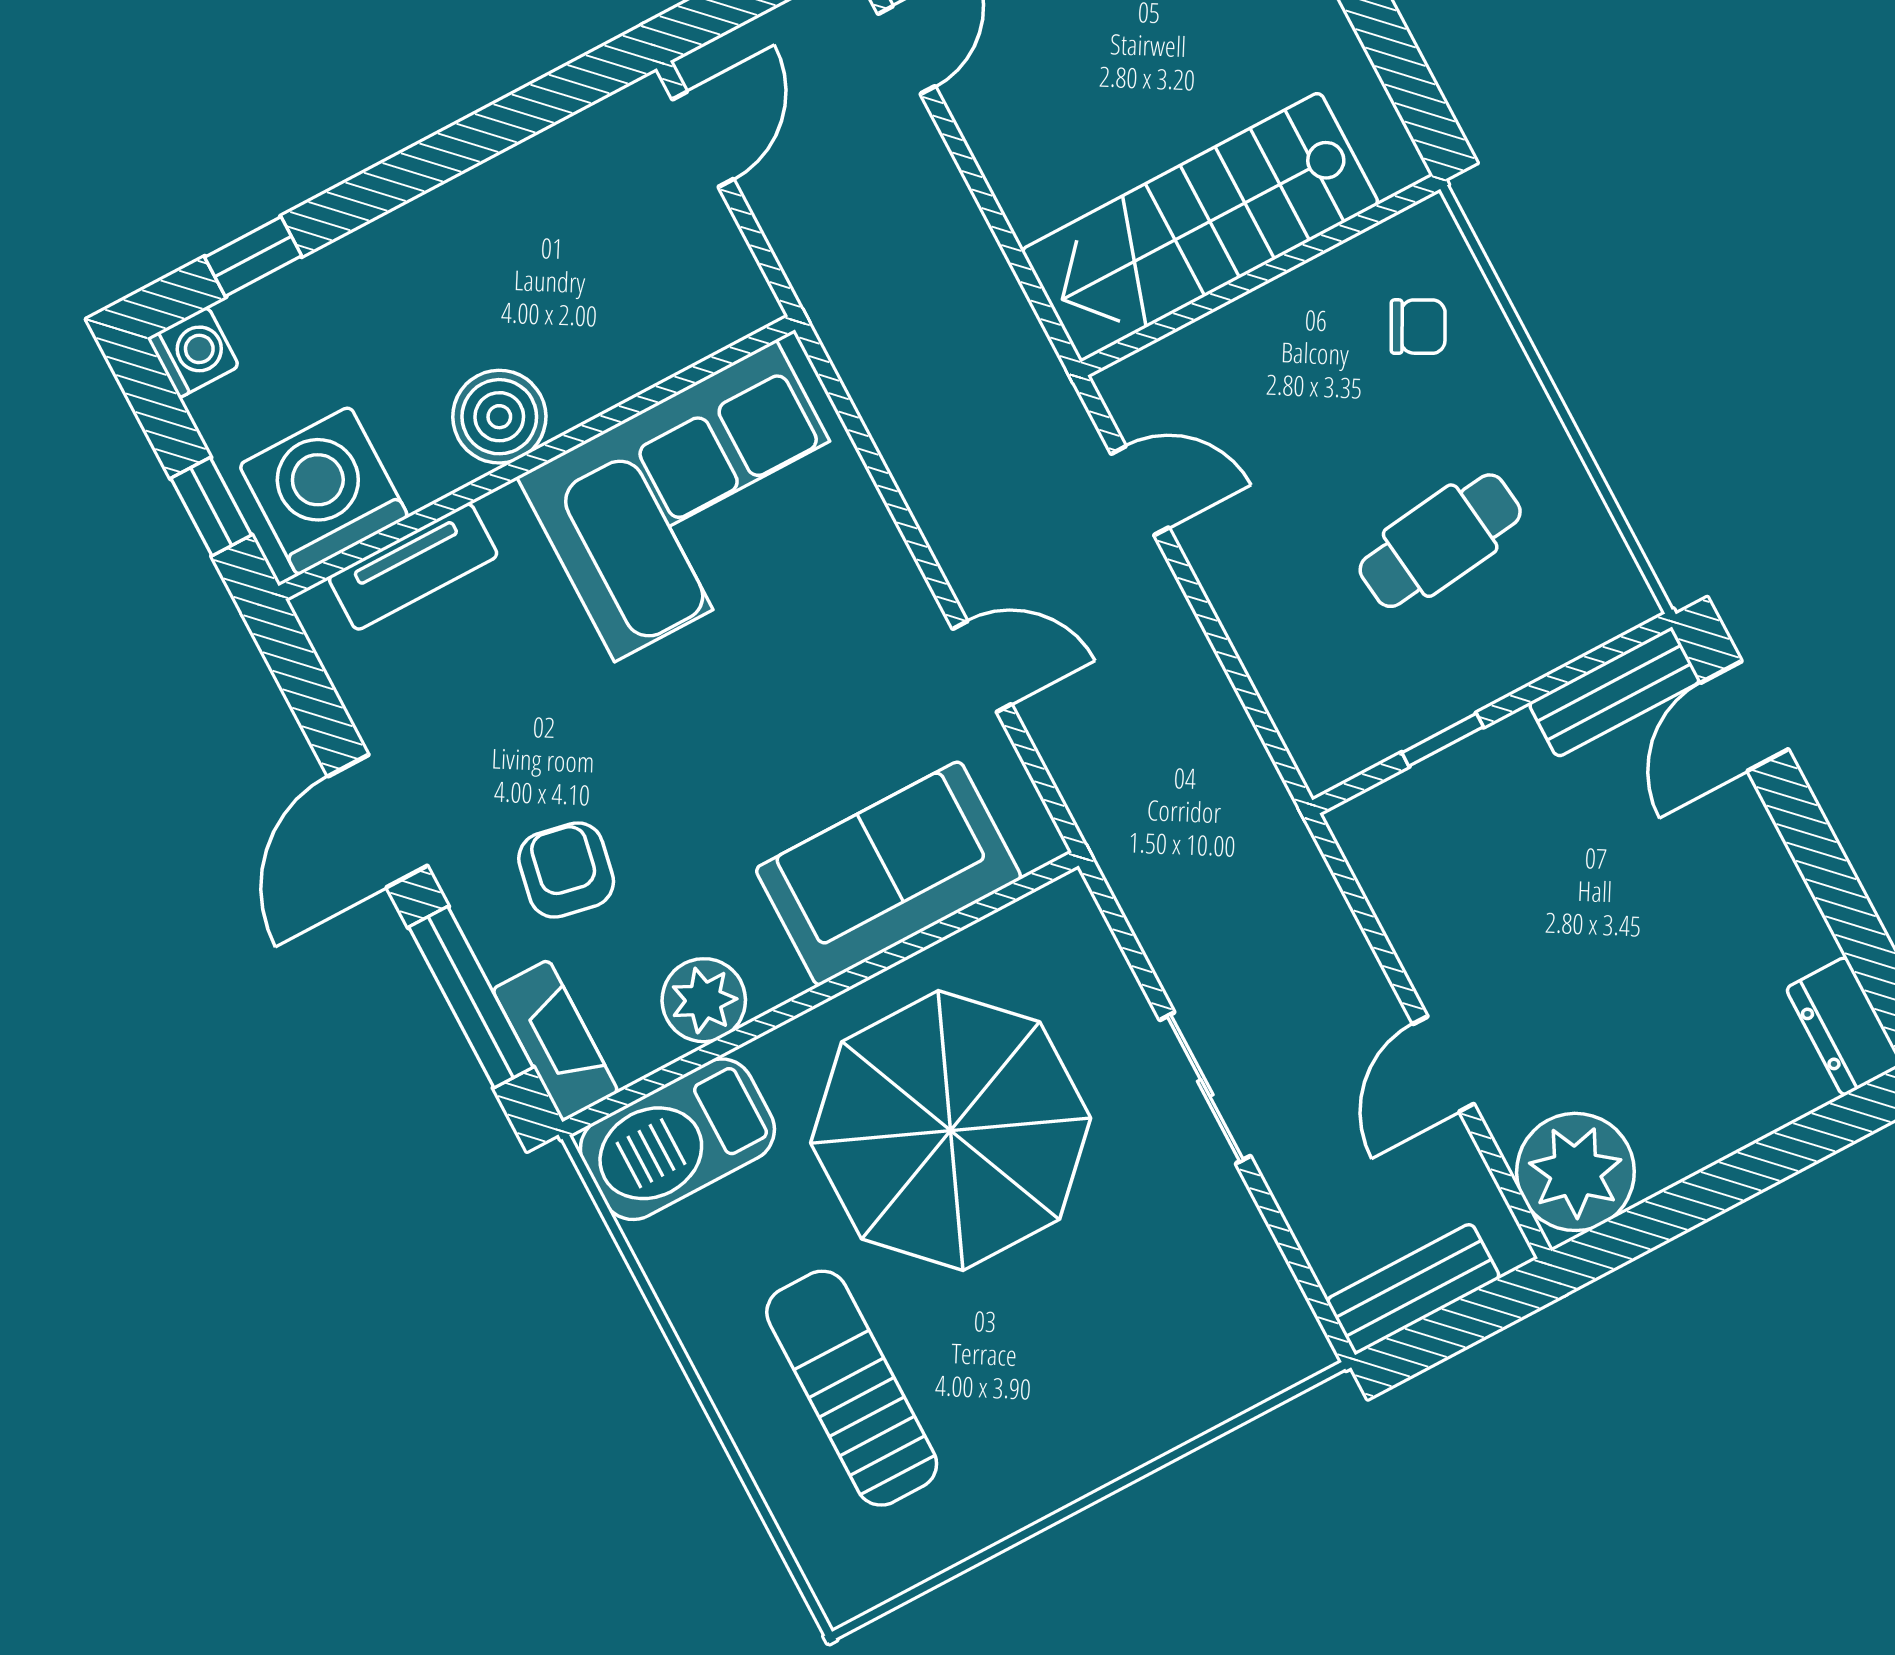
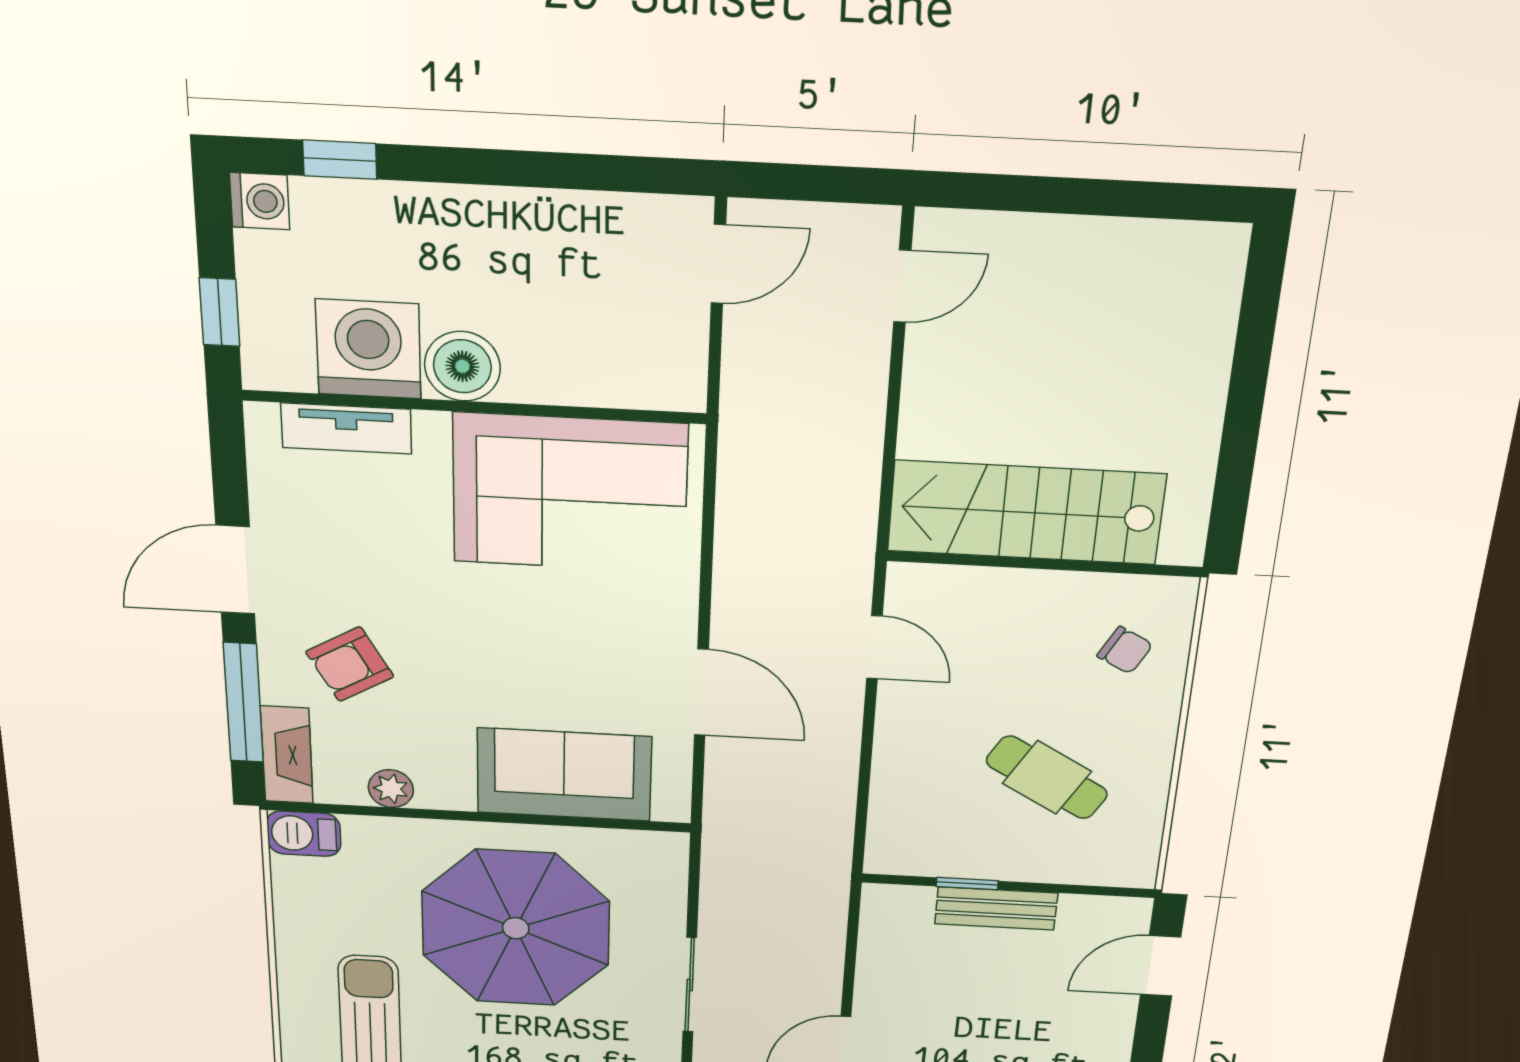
washing machine: (324, 491) -> (368, 349), moved
cafe table: (1440, 541) -> (1047, 777), turned 37
door: (982, 667) -> (701, 692), width x1.38
bench: (1615, 692) -> (996, 908), moved
armchair: (566, 870) -> (350, 664), turned -131
plant: (704, 1000) -> (391, 789), width x0.73, depth x0.73
barbecue: (677, 1139) -> (304, 834), width x0.53, depth x0.65

